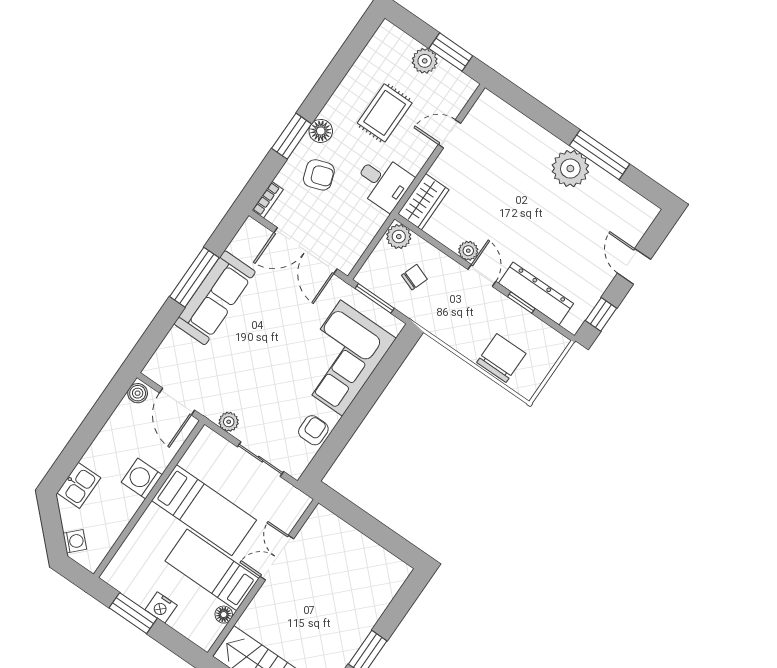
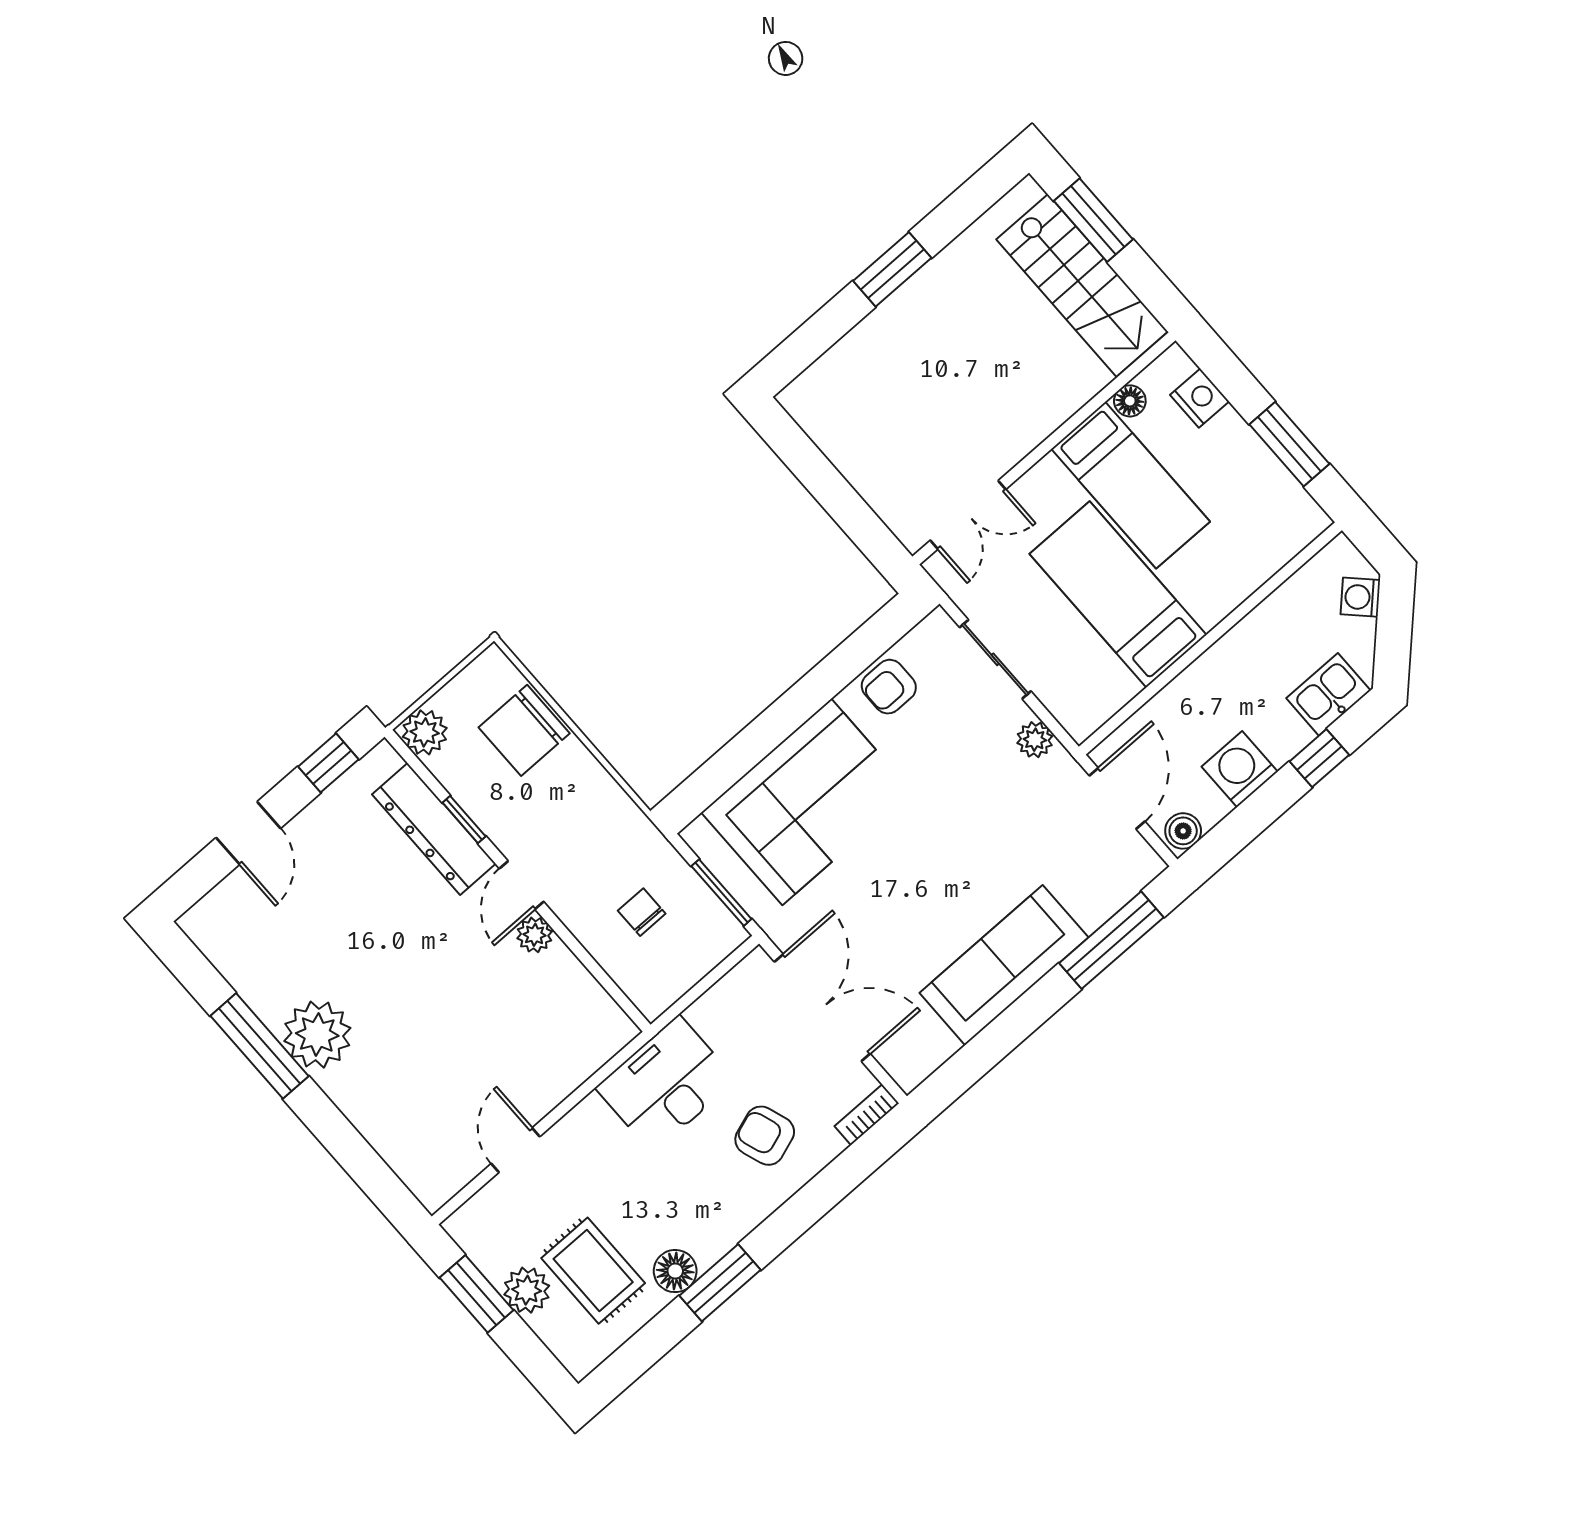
rug: (385, 113) -> (593, 1271), moved, turned 90
floor lamp: (321, 131) -> (675, 1271), moved
door: (449, 134) -> (515, 1150), swing flipped
window: (292, 136) -> (720, 1283), moved
desk: (383, 182) -> (666, 1084), width x1.37
wardrobe: (423, 202) -> (592, 1042), removed
plant: (399, 237) -> (425, 732), moved
window: (194, 277) -> (1111, 940), moved
chair: (414, 277) -> (642, 912), turned 70
window: (75, 450) -> (1319, 758), added
washing machine: (142, 479) -> (1240, 769), moved, turned 180
double door: (277, 558) -> (968, 515), moved
nightstand: (161, 608) -> (1200, 398), moved

